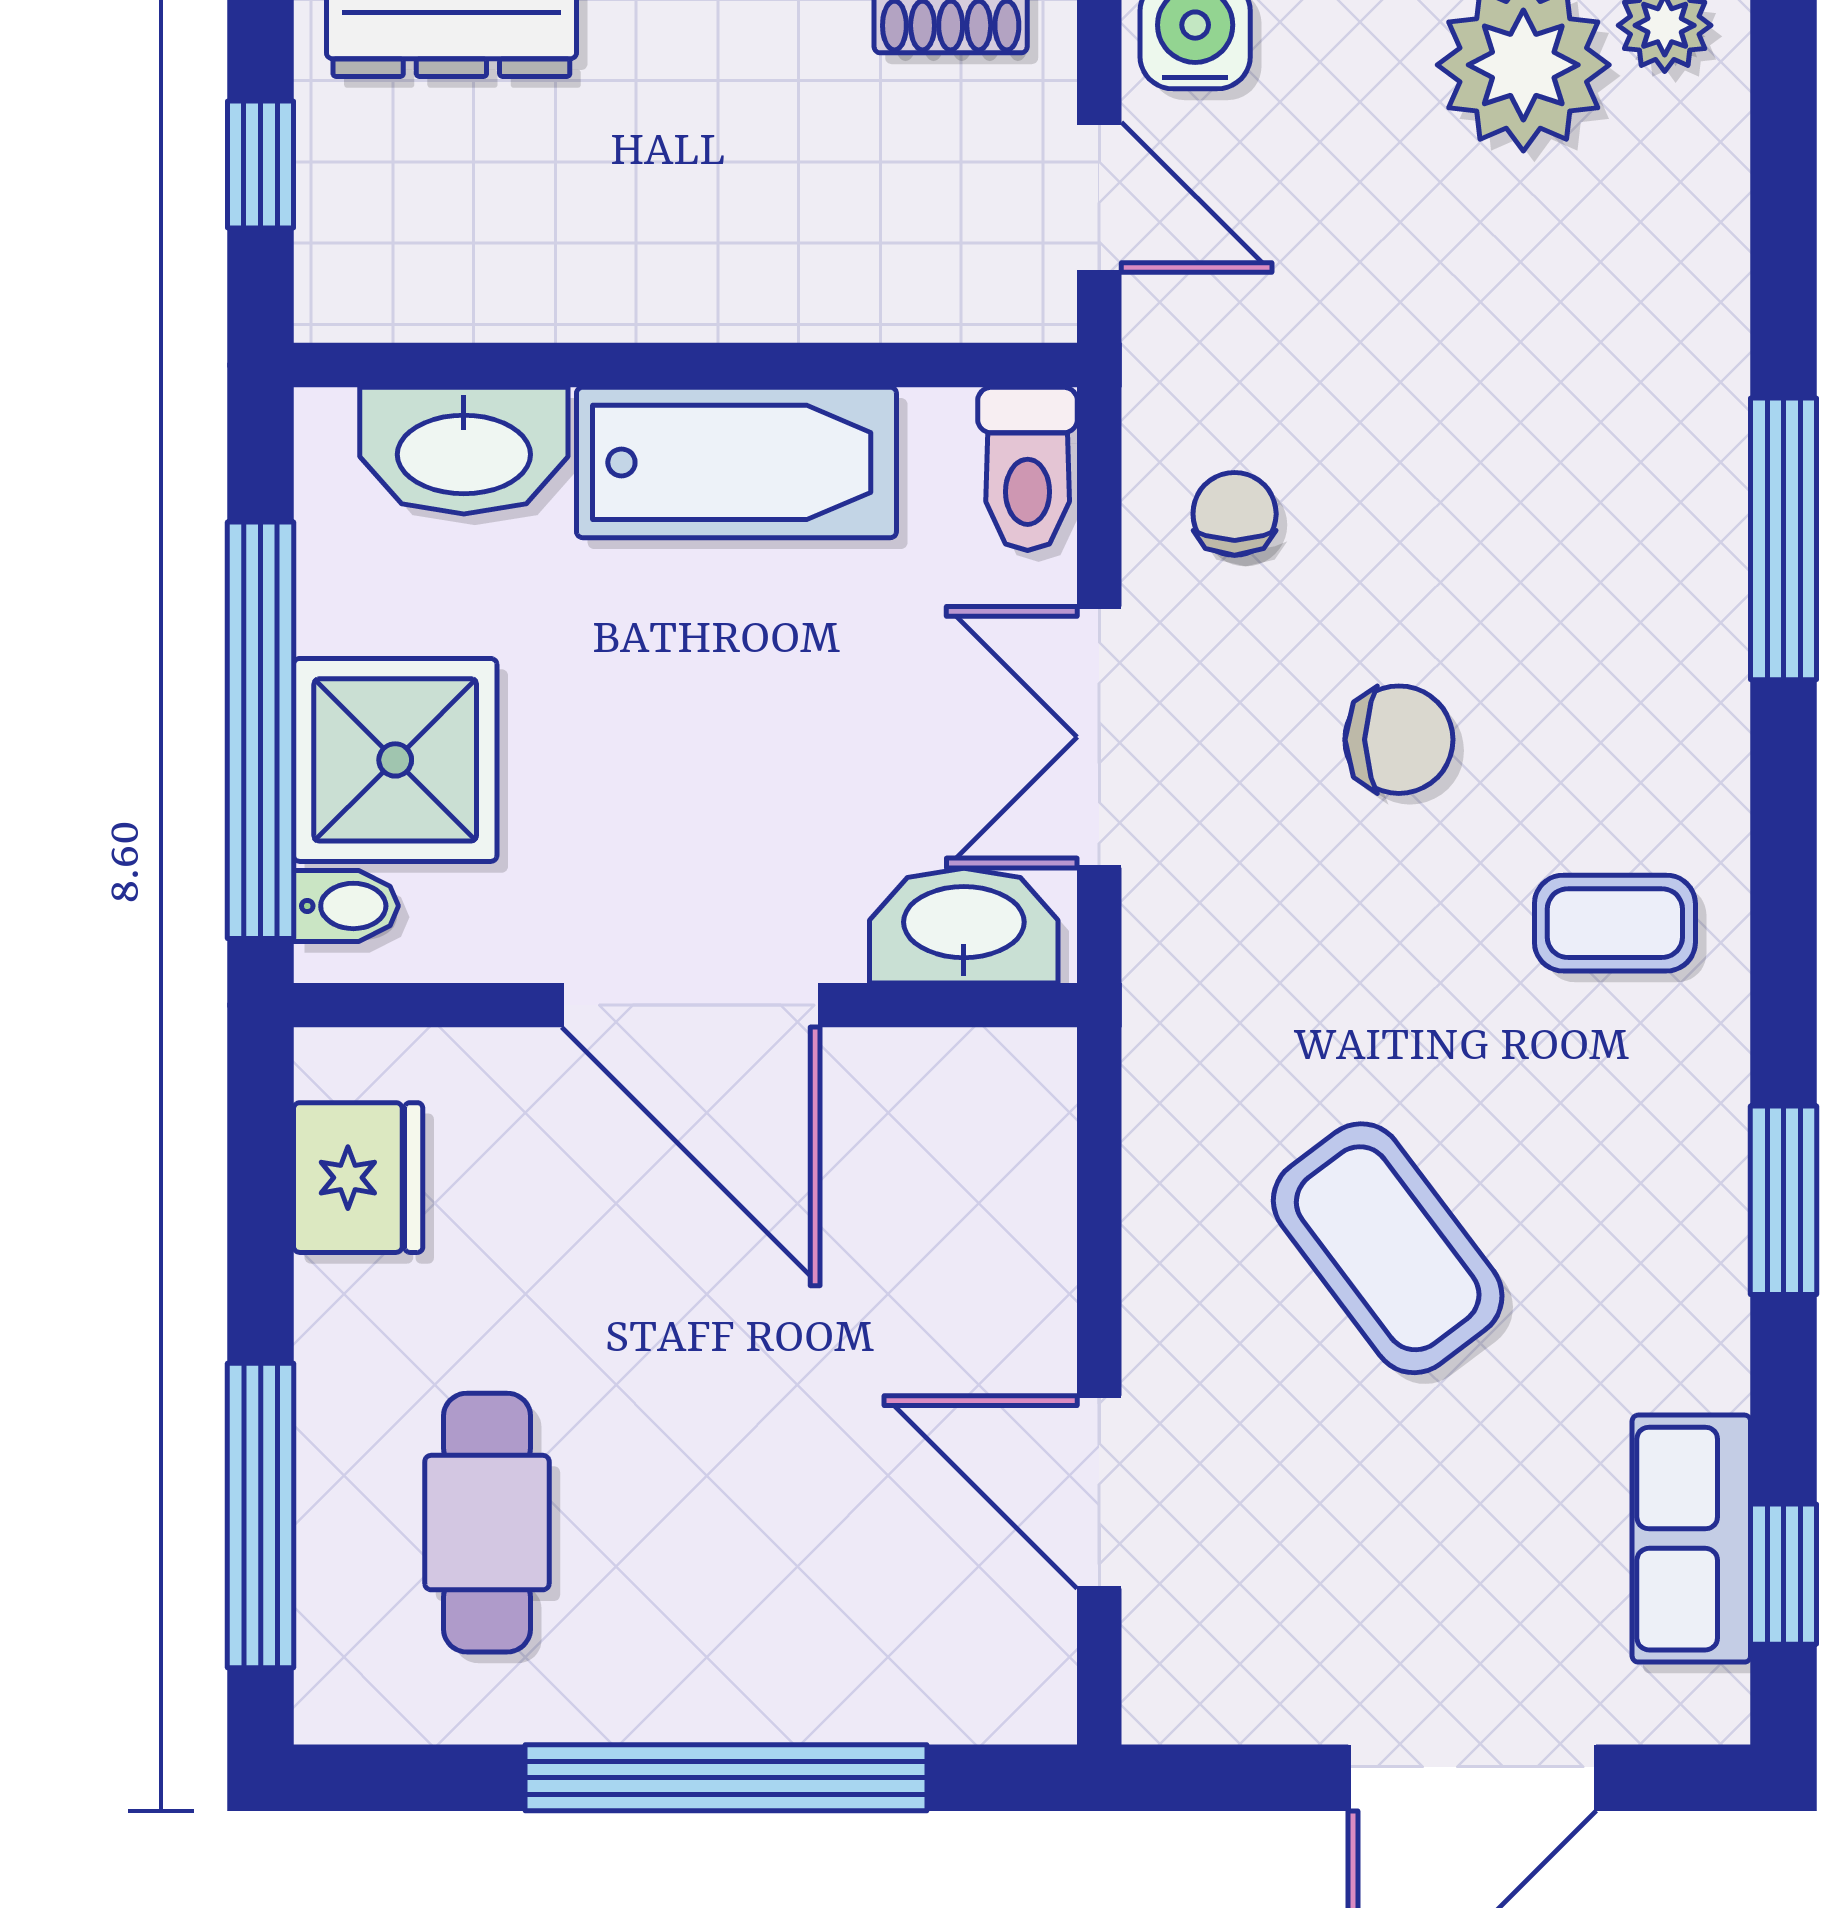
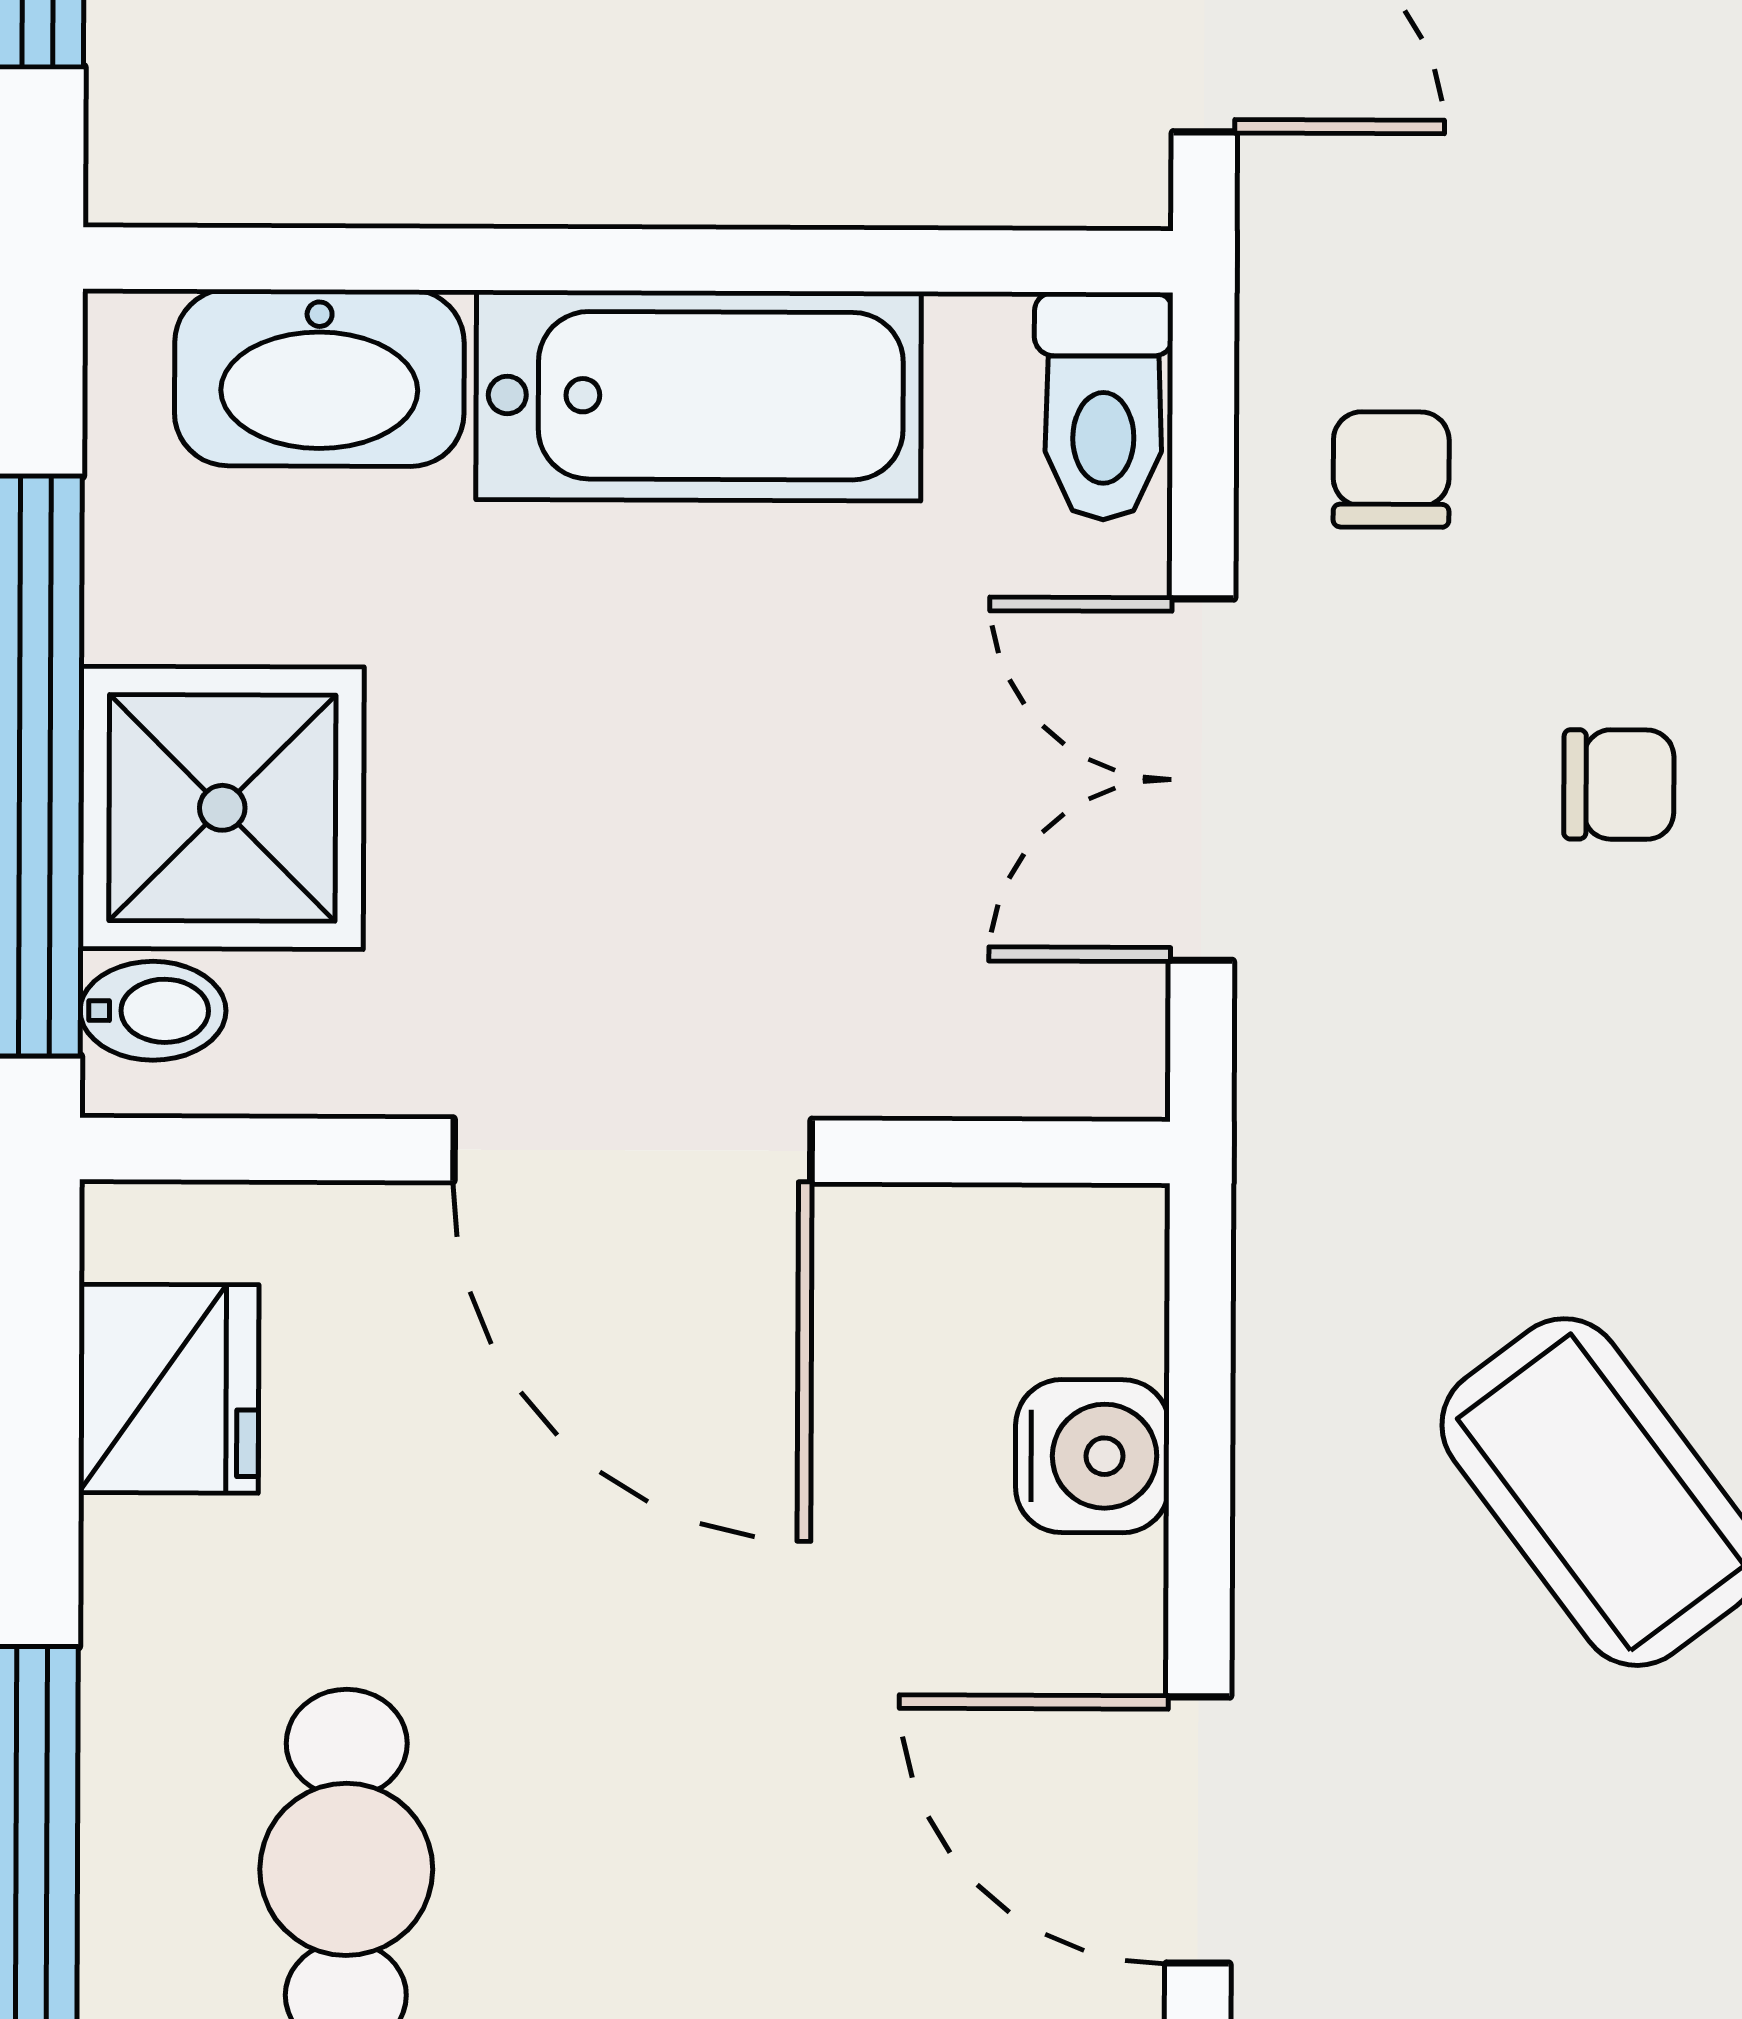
chair: (1399, 740) -> (1619, 785), width x0.73, depth x0.73
washbasin: (964, 926) -> (1013, 1041), removed
water cooler: (1022, 1224) -> (1092, 1456), added

